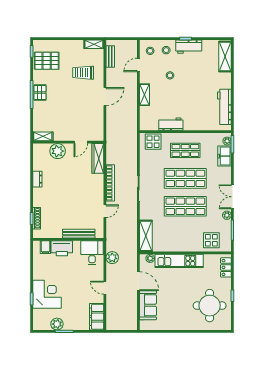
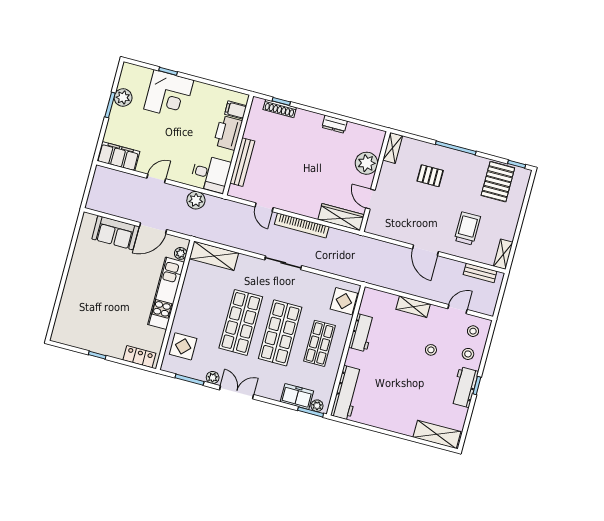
door: (138, 65) -> (458, 309), hinge flipped
pallet: (40, 93) -> (430, 176), moved
workbench: (224, 107) -> (347, 393), moved, turned 90
round table: (210, 306) -> (92, 319), removed

